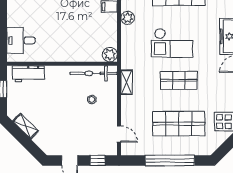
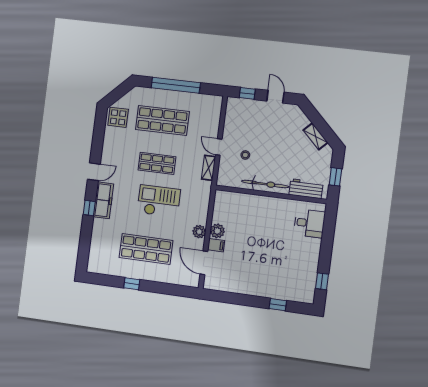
plant: (110, 55) -> (217, 231), moved
bicycle: (94, 73) -> (265, 184), moved
door: (119, 134) -> (219, 147), moved

